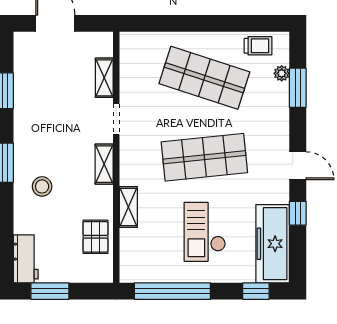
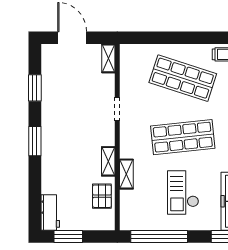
shelving: (104, 78) -> (108, 58), moved
shelving: (104, 164) -> (108, 161), moved
stool: (42, 186) -> (62, 159), removed

